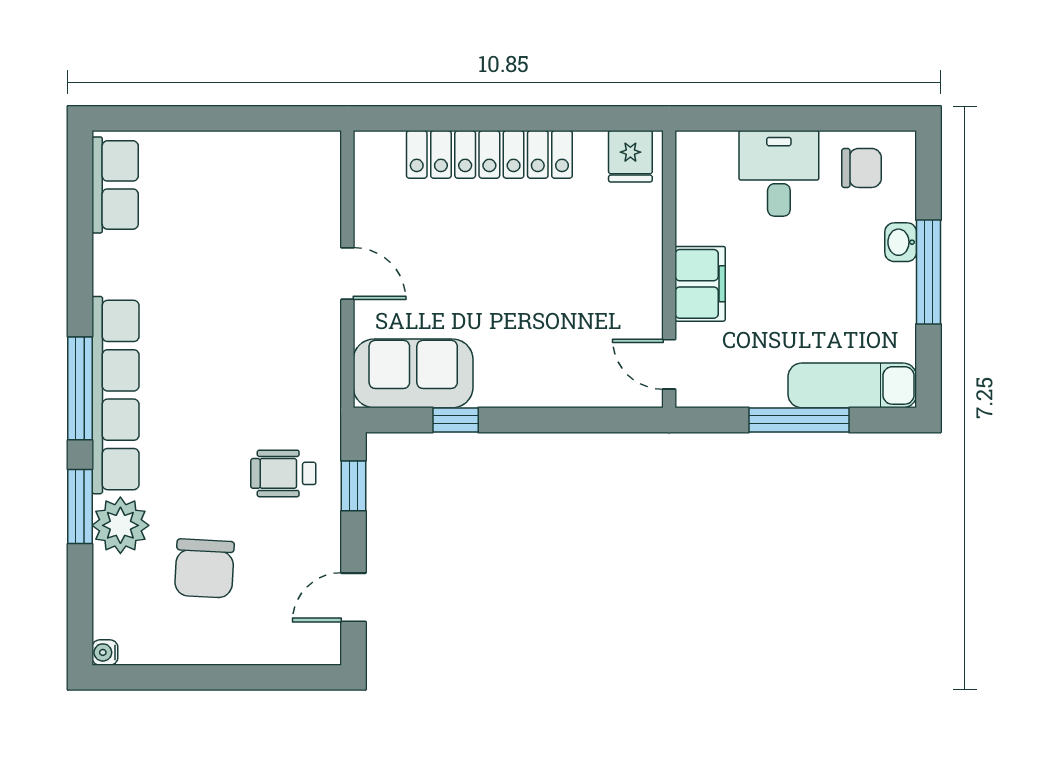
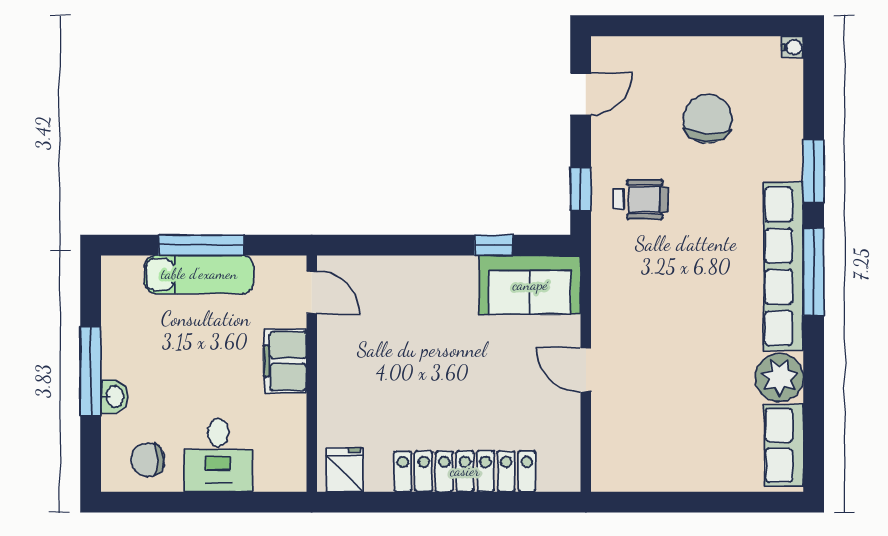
exam couch: (852, 385) -> (199, 274), moved
plant: (120, 525) -> (779, 377), moved

